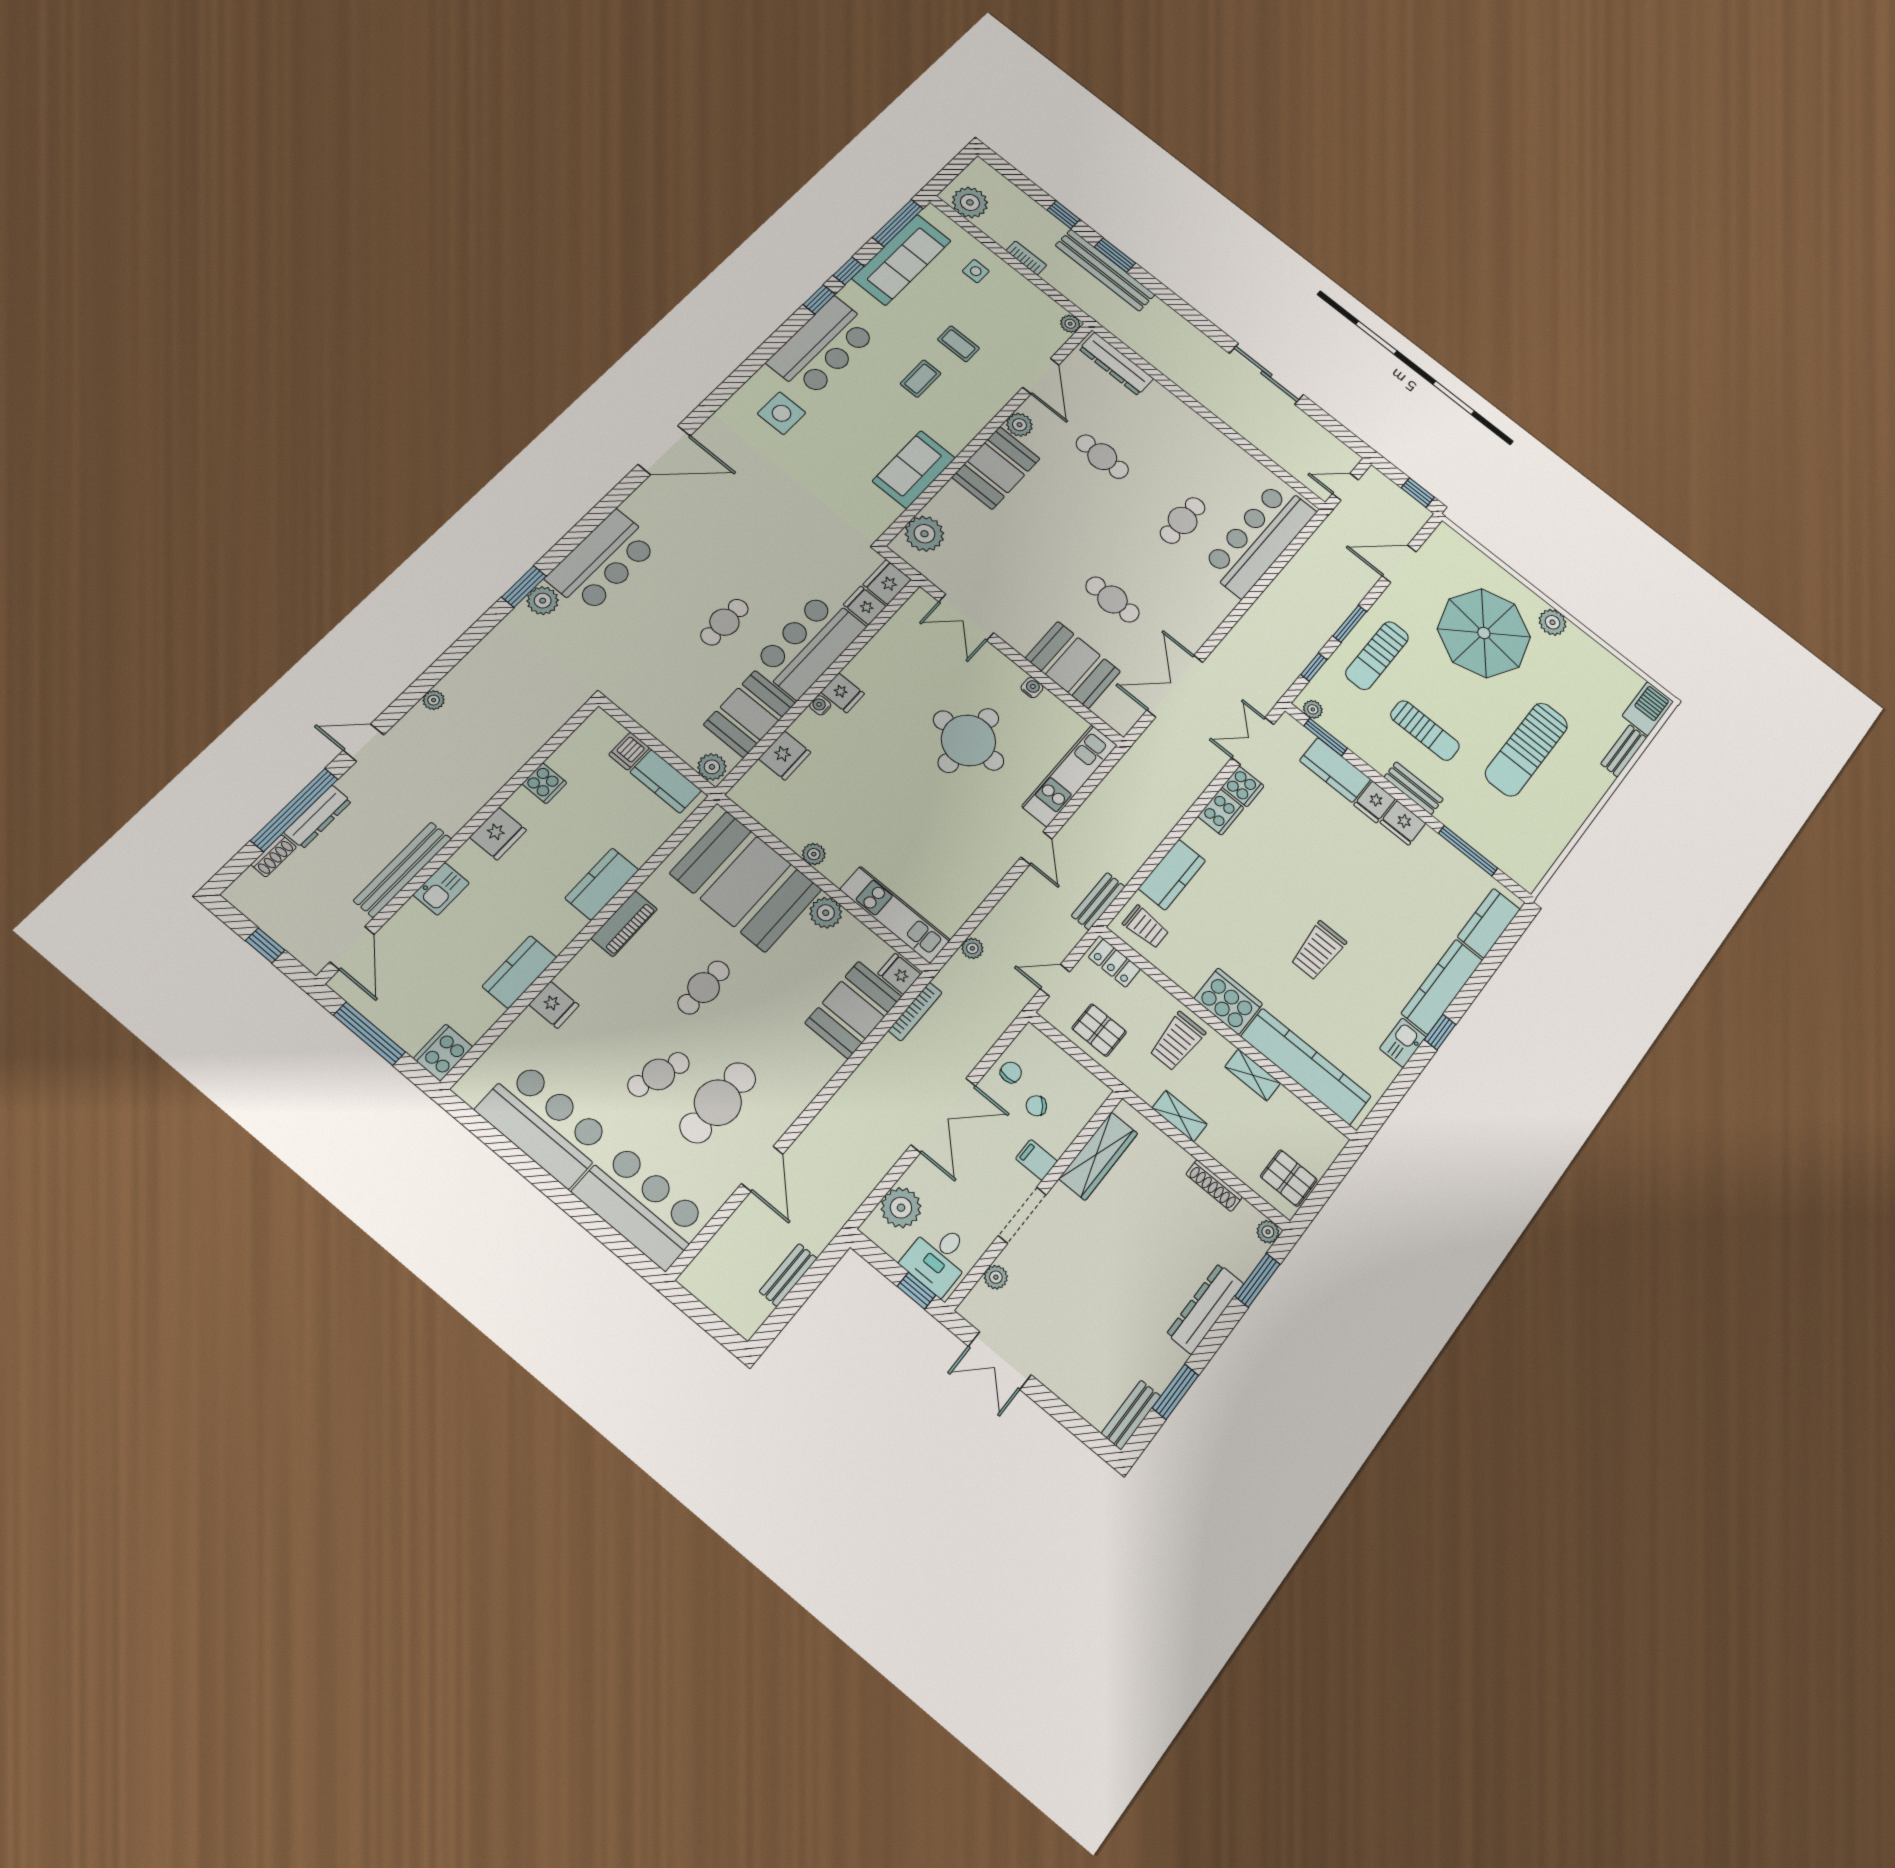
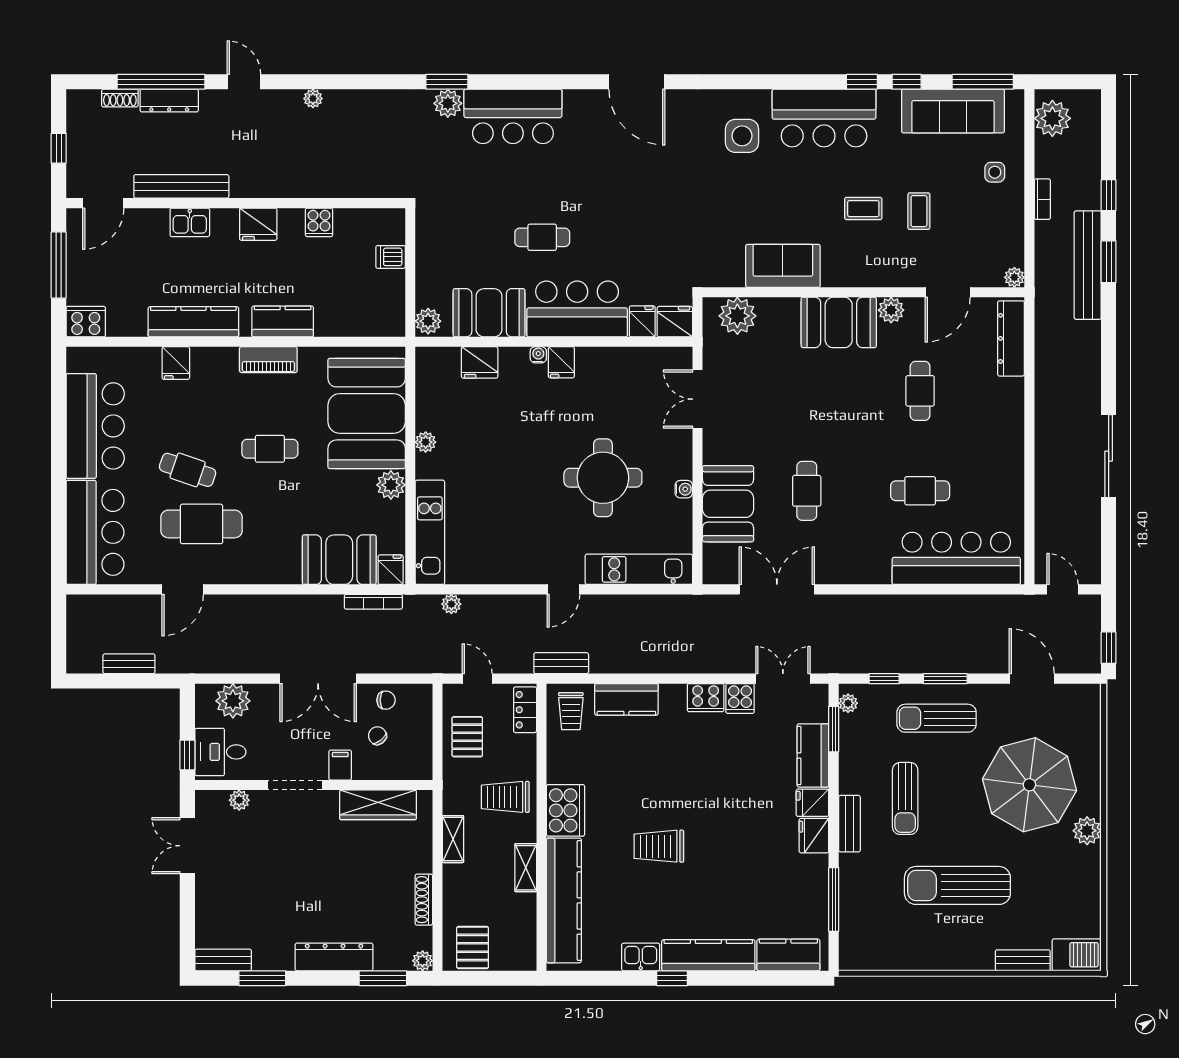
kitchen counter: (666, 781) -> (391, 300), removed
kitchen counter: (519, 972) -> (193, 322), width x1.50

